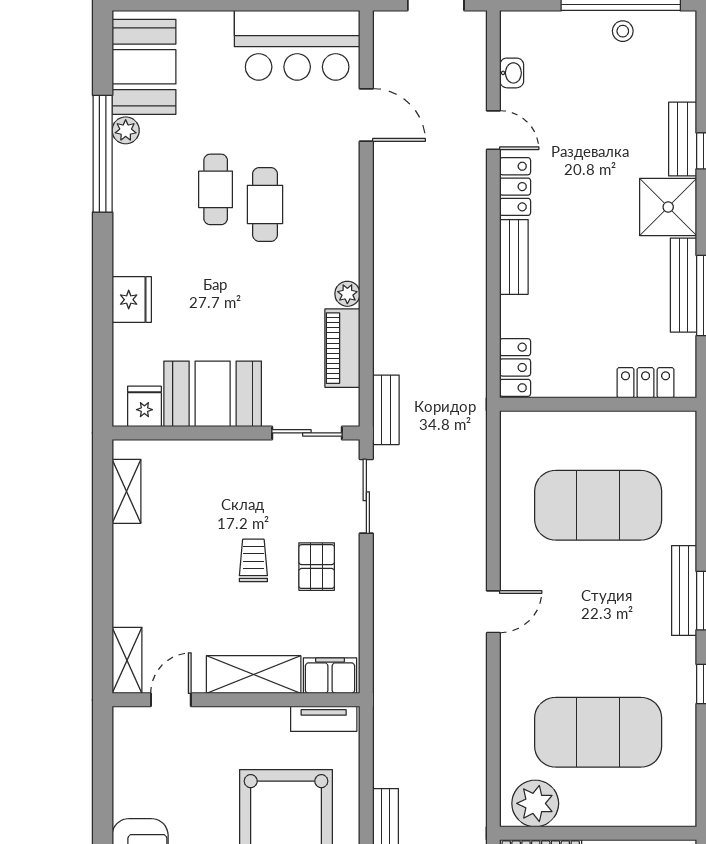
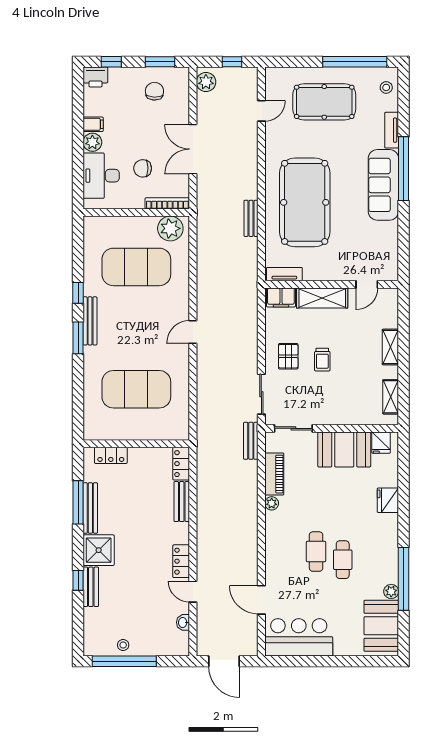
bench: (514, 257) -> (182, 502), moved
bench: (684, 590) -> (90, 321), moved
shelving: (127, 660) -> (390, 347), moved

